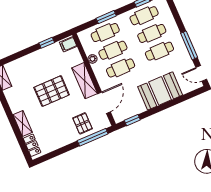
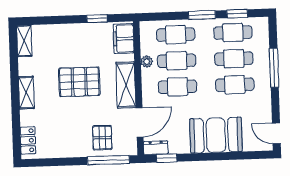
window: (106, 17) -> (202, 15), moved
filing cabinet: (68, 44) -> (124, 39), width x2.00
window: (189, 45) -> (274, 68), moved
dresser: (122, 116) -> (156, 148), added
shelving: (23, 124) -> (26, 93), moved

